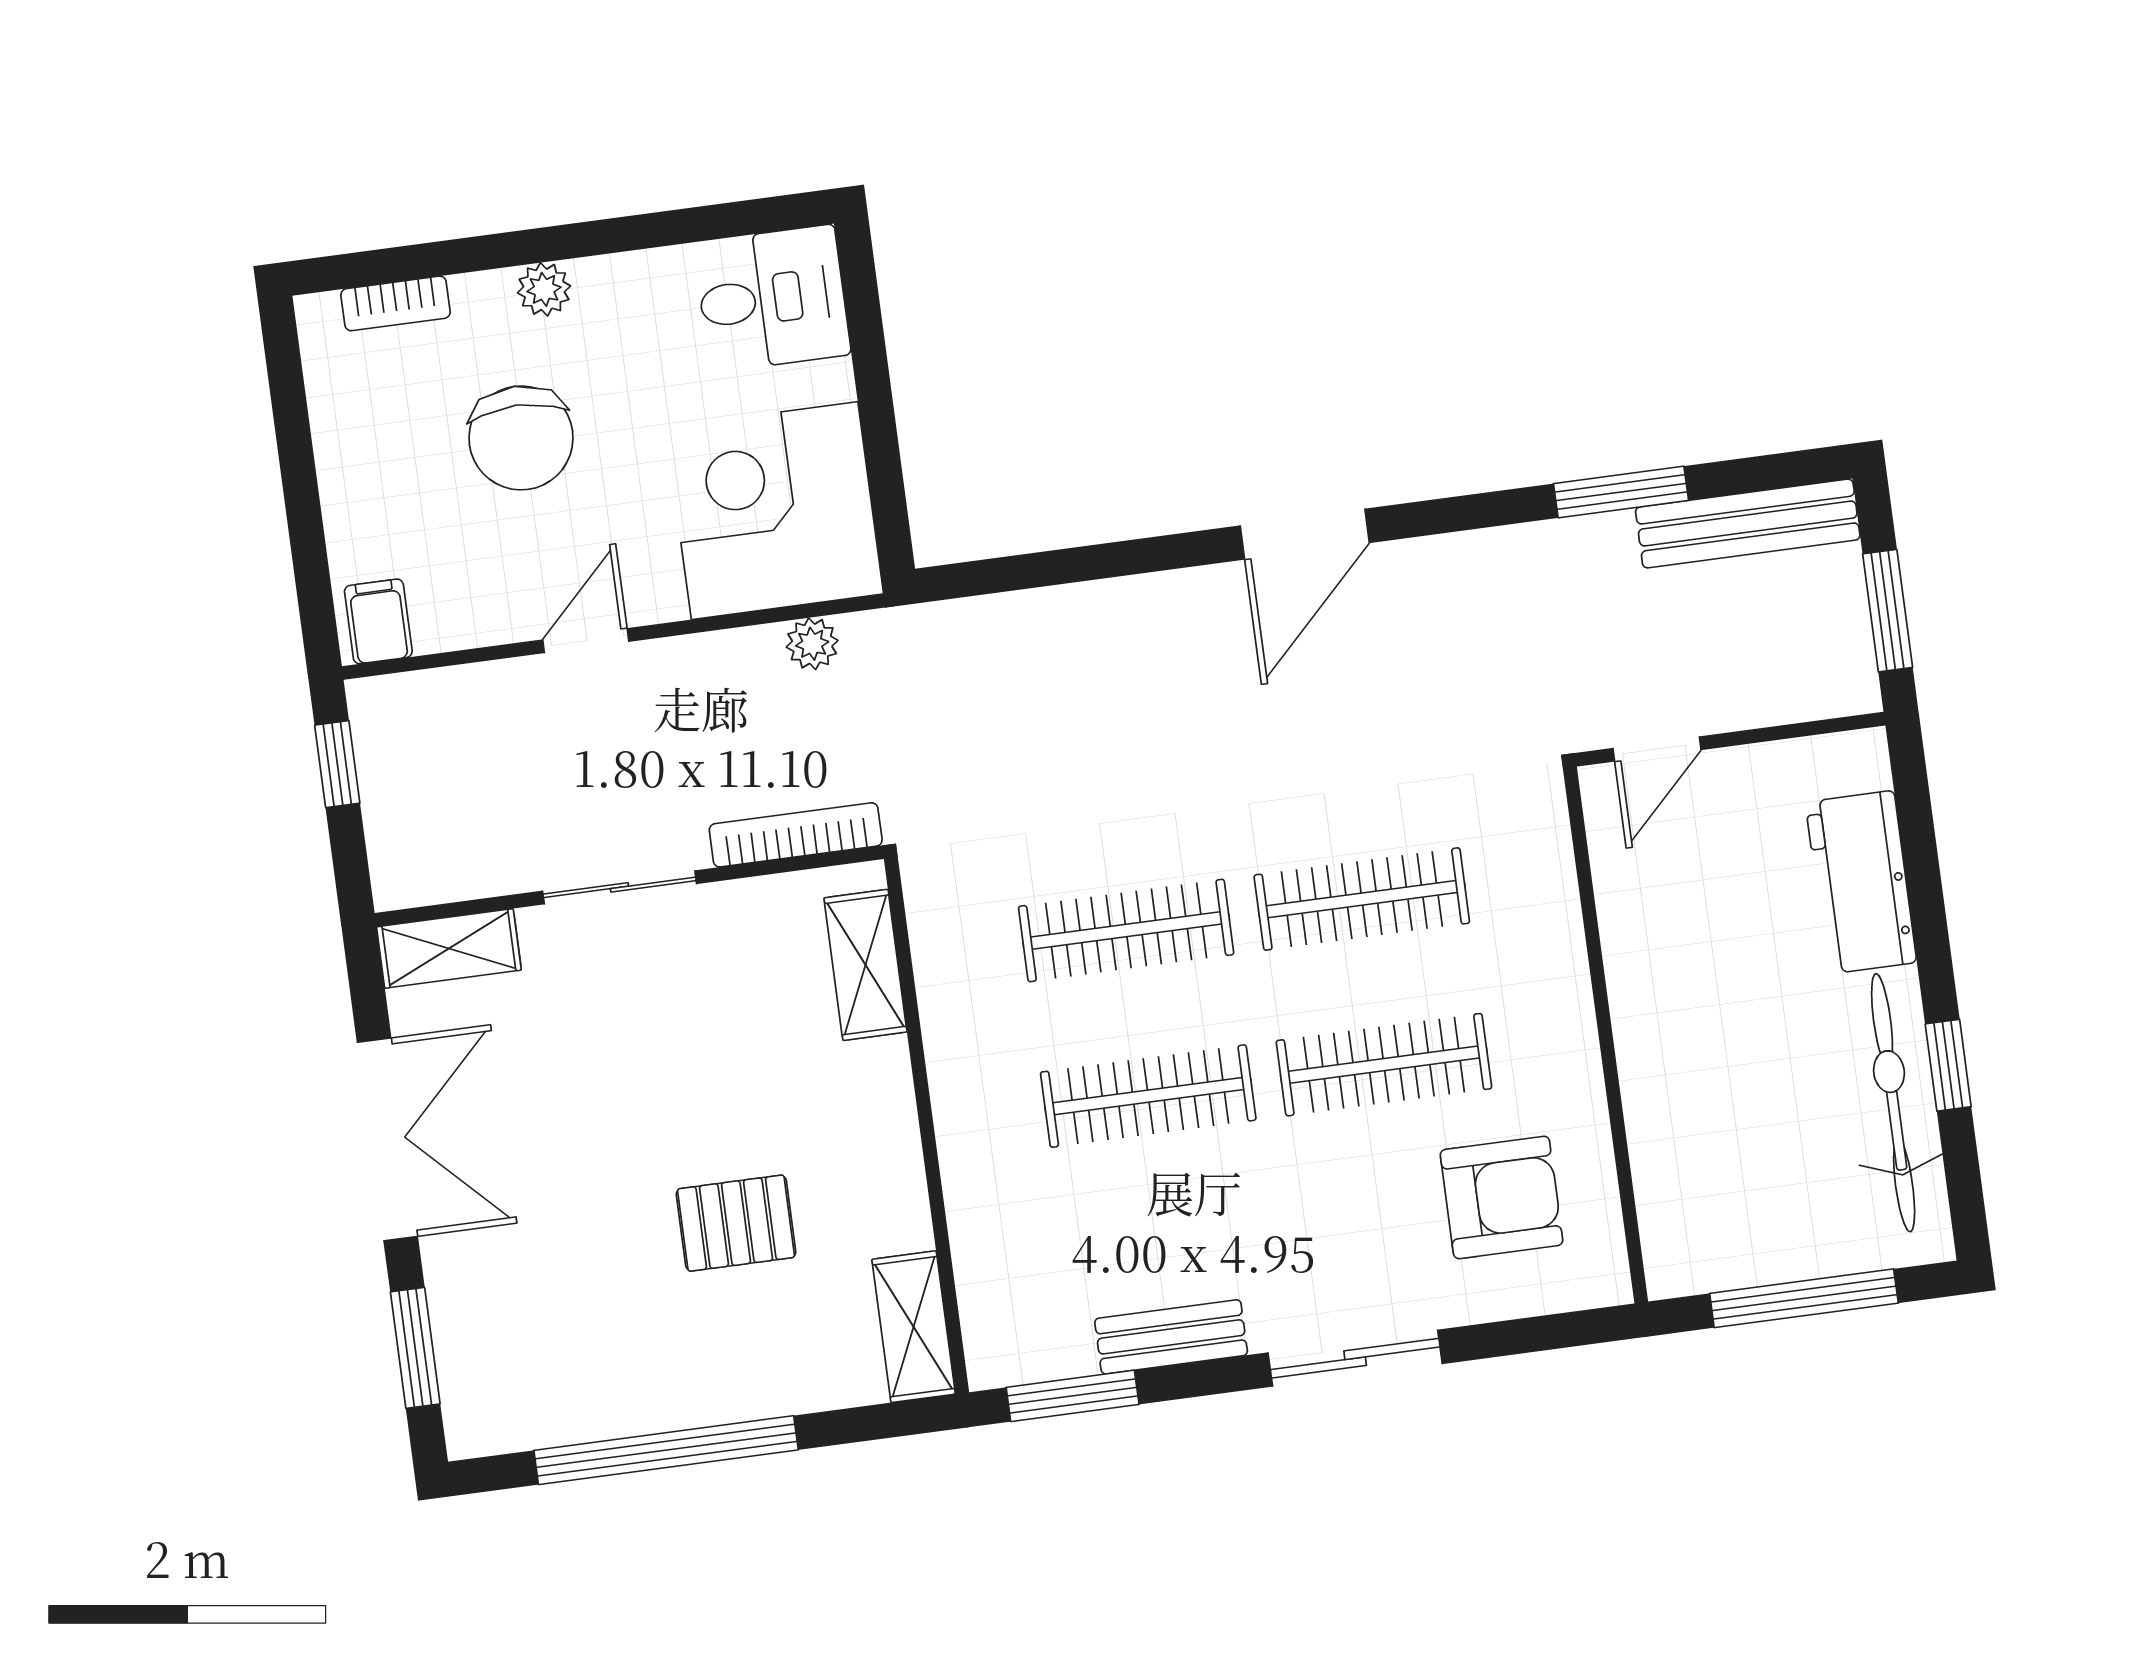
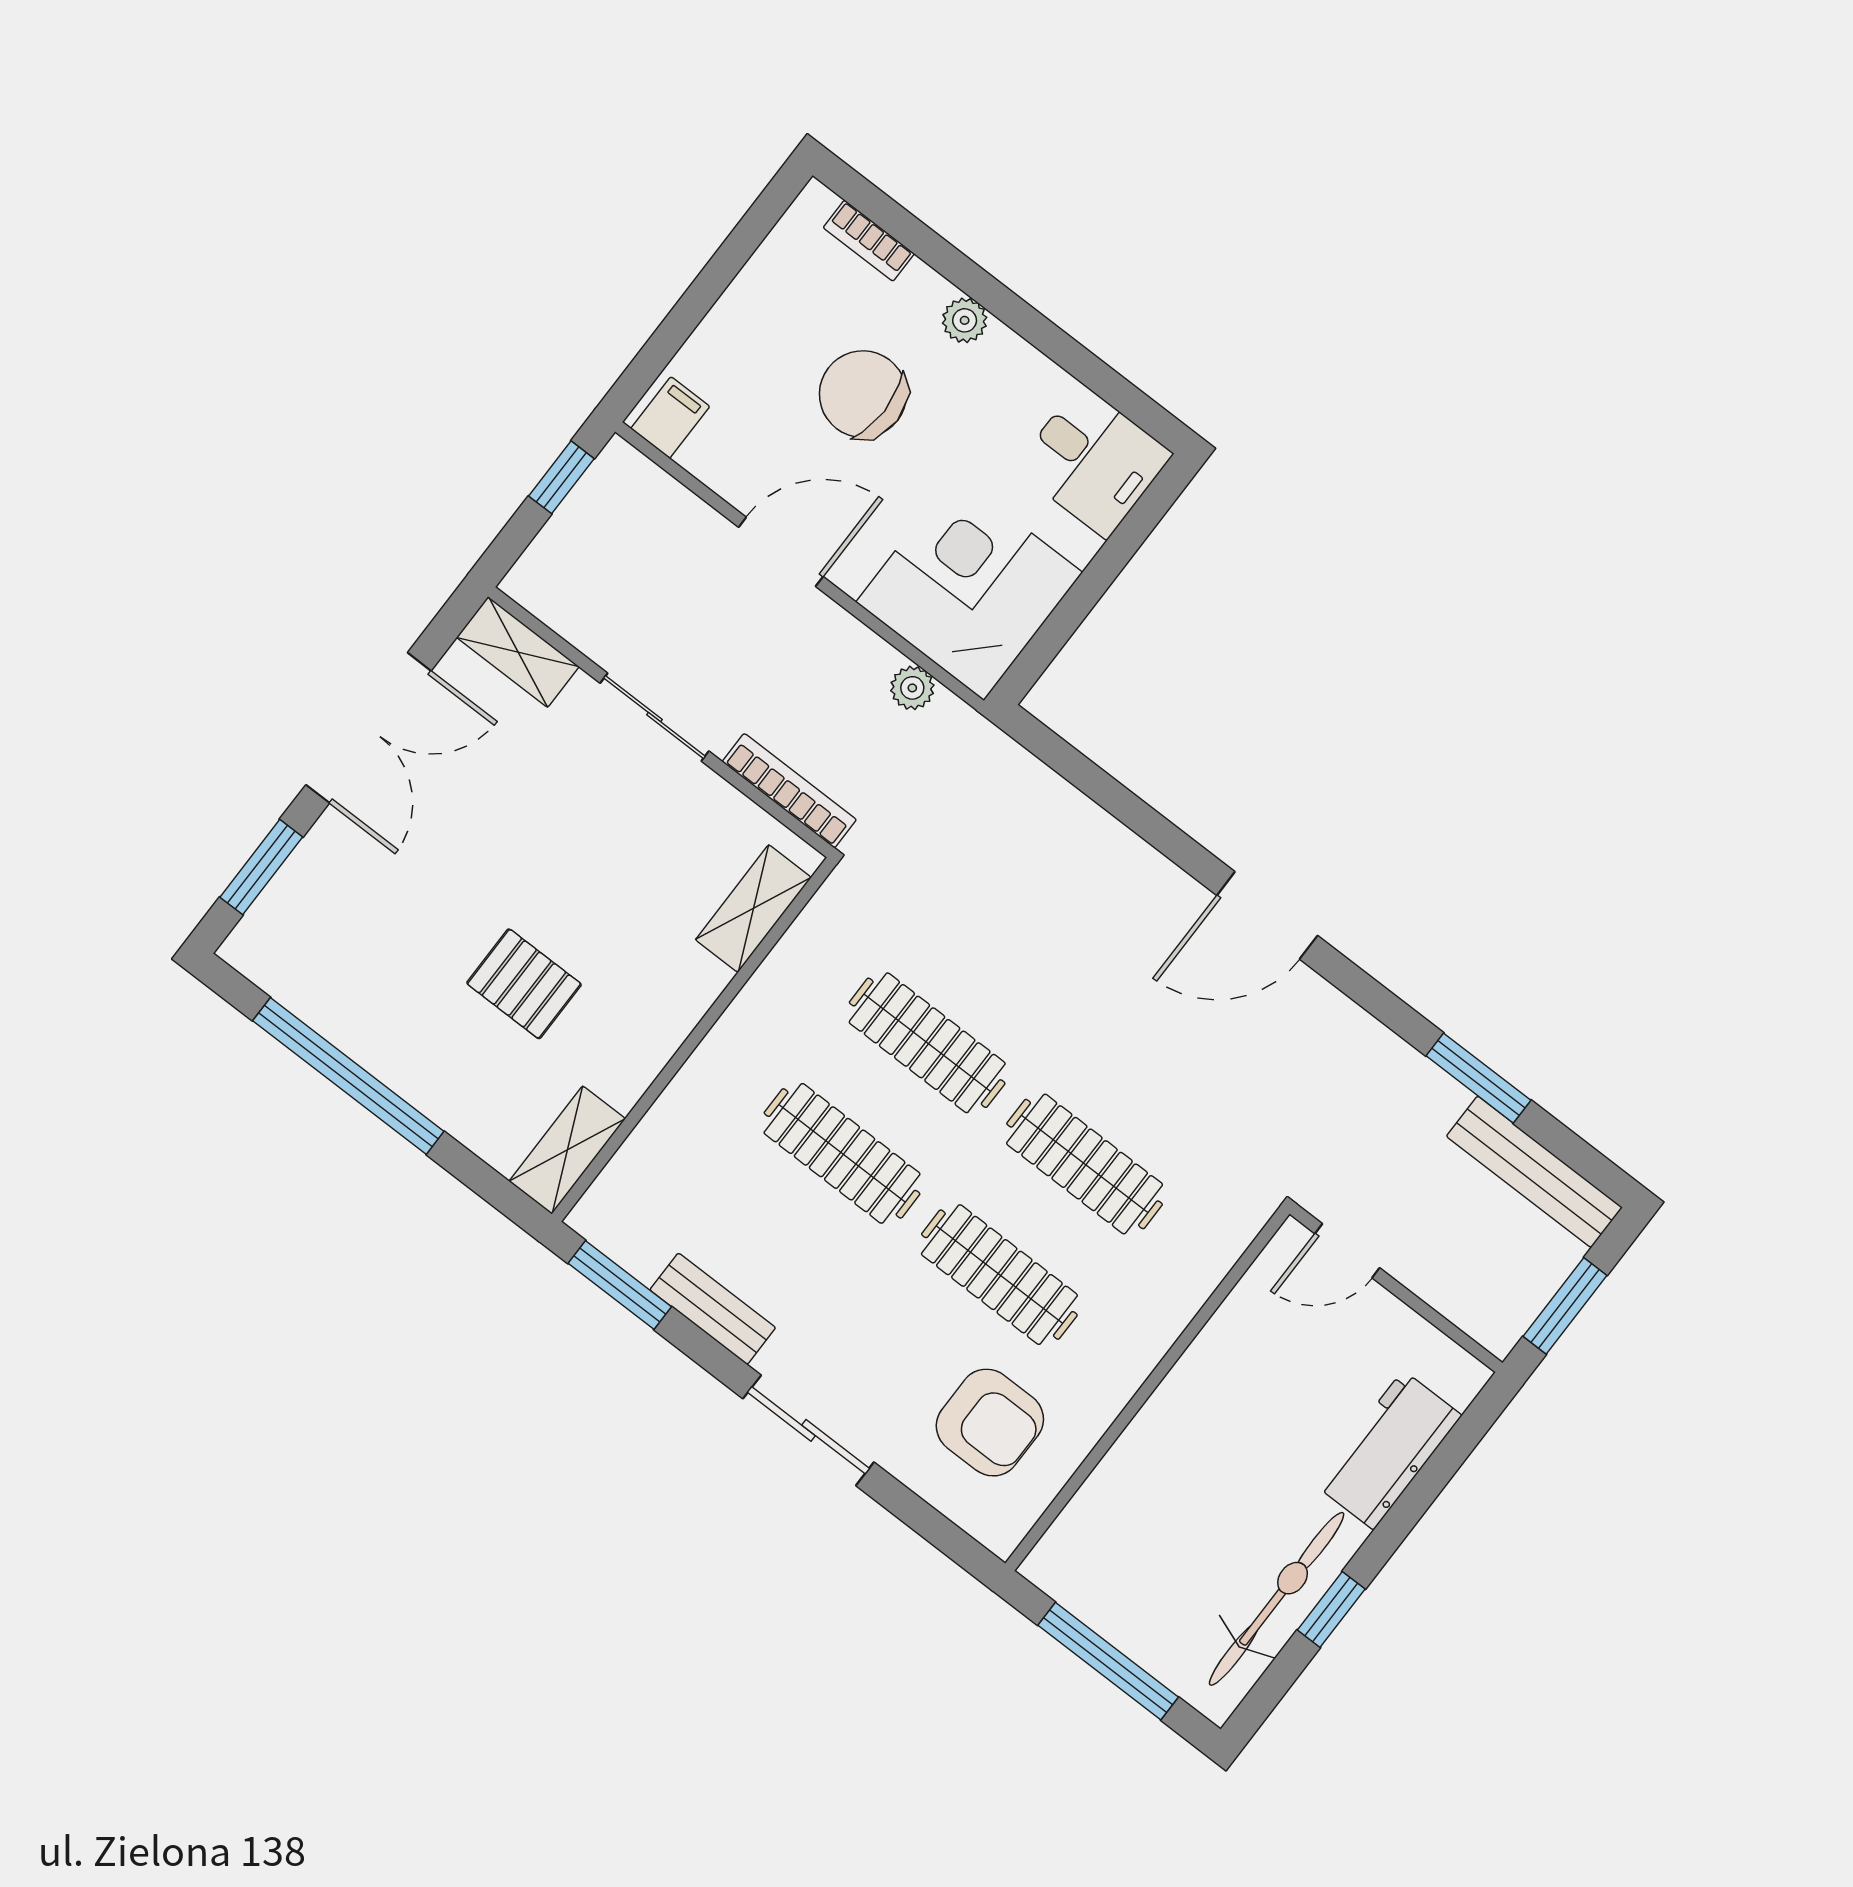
chair: (521, 438) -> (863, 394), turned 90
door: (586, 641) -> (781, 552), width x1.38

